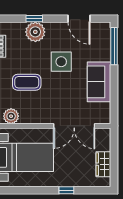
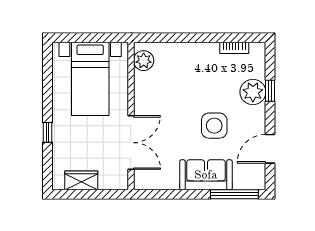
coffee table: (27, 82) -> (188, 81), removed
sofa: (99, 82) -> (206, 175), moved
double door: (74, 126) -> (131, 143), swing flipped

